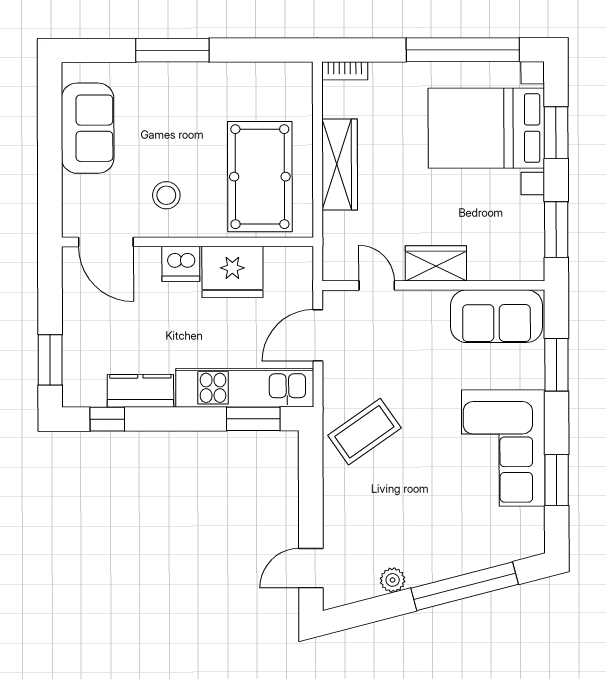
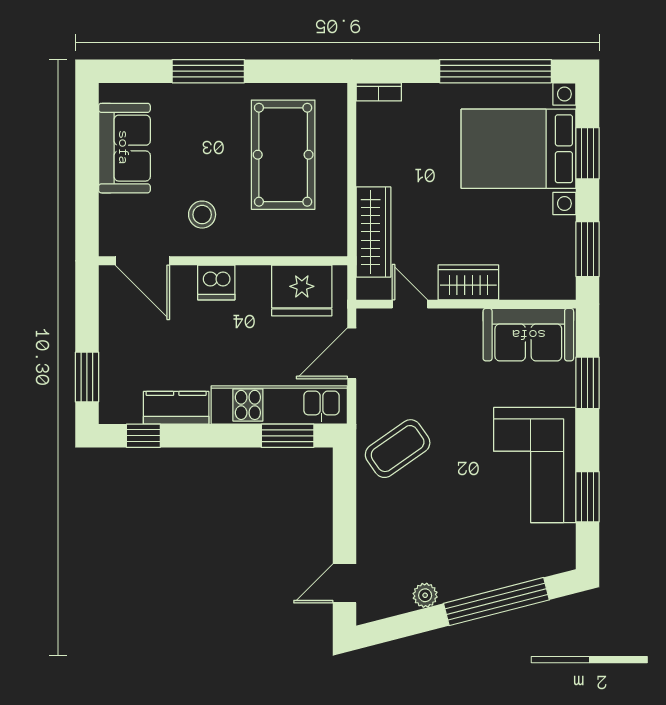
wardrobe: (340, 165) -> (373, 232), moved
pool table: (260, 177) -> (283, 155), moved
fridge: (232, 272) -> (302, 291), moved

